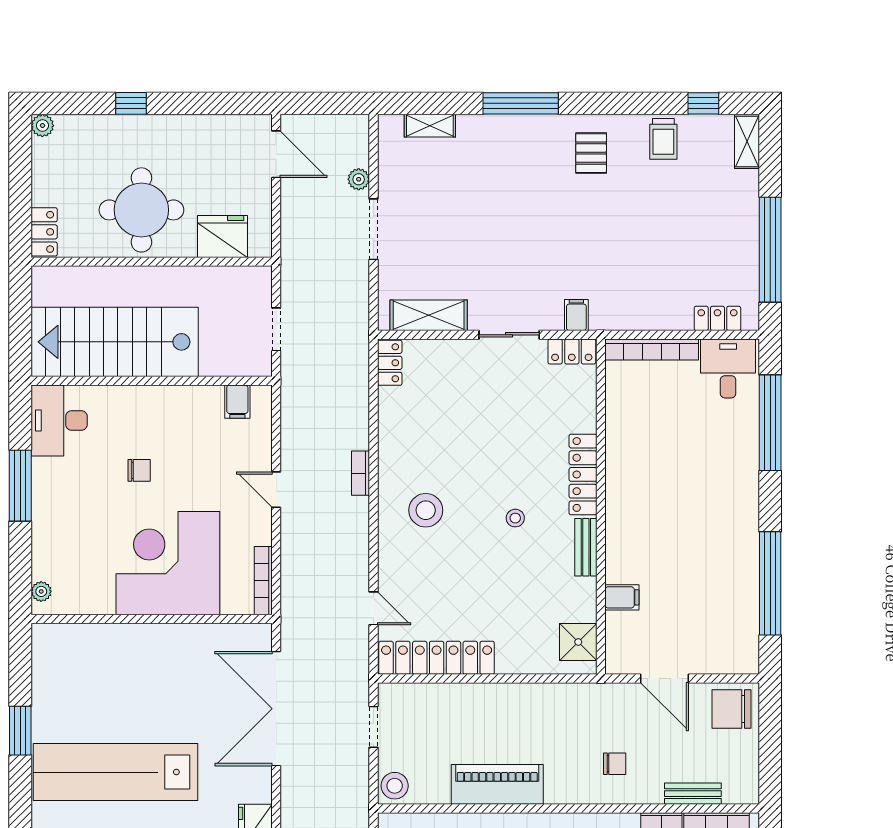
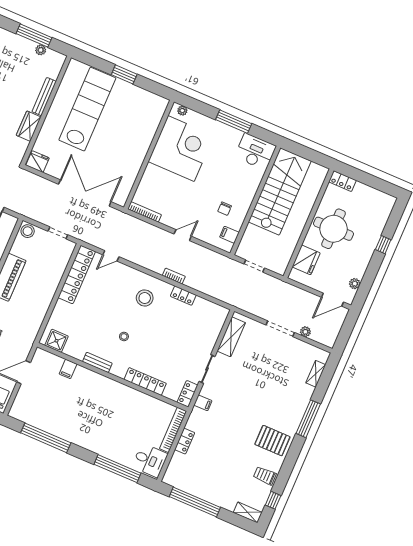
plant: (42, 126) -> (355, 284), moved
pallet: (591, 153) -> (272, 441), width x1.50, depth x1.42
locker: (717, 318) -> (185, 441), moved
locker: (390, 363) -> (183, 296), moved
chair: (139, 470) -> (225, 209), moved
locker: (583, 474) -> (145, 381), moved
corner desk: (168, 563) -> (181, 148), moved

